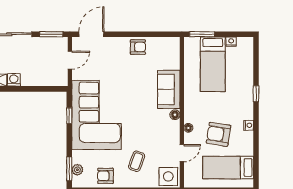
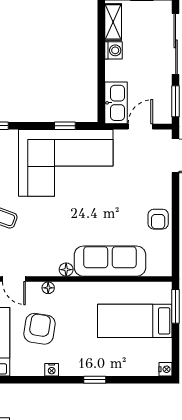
nightstand: (231, 42) -> (166, 369), moved
door: (70, 60) -> (140, 127), swing flipped
kitchen sink: (52, 78) -> (116, 103), added
sofa: (169, 89) -> (110, 261), width x1.36

